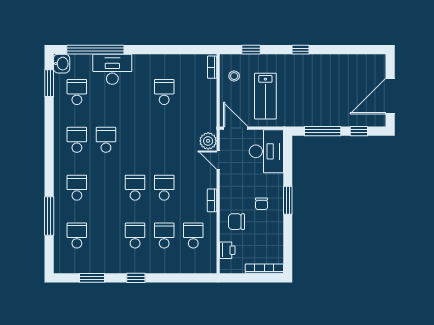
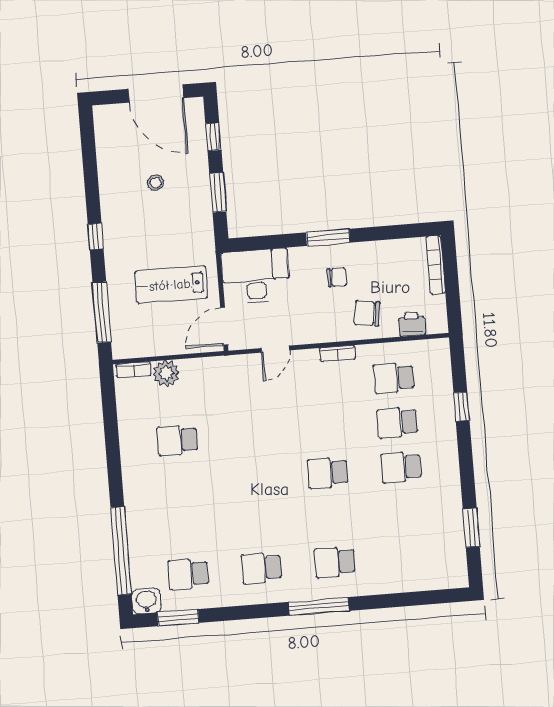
window: (251, 50) -> (102, 312), width x2.17
desk: (112, 69) -> (149, 522), removed
stool: (234, 76) -> (156, 183), moved
lab bench: (265, 96) -> (171, 285), turned 180
window: (323, 131) -> (218, 192), width x0.69
school desk: (106, 140) -> (258, 523), removed
plant: (208, 141) -> (166, 373), moved
school desk: (164, 188) -> (324, 428), removed
window: (49, 216) -> (319, 606), moved
chair: (236, 222) -> (367, 313), turned 98
school desk: (77, 236) -> (408, 556), removed
window: (136, 278) -> (461, 407), moved

